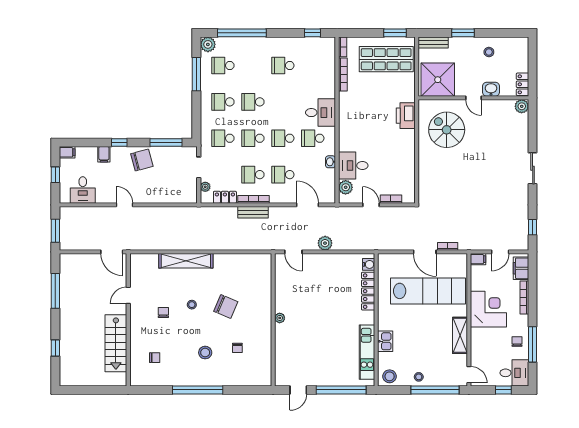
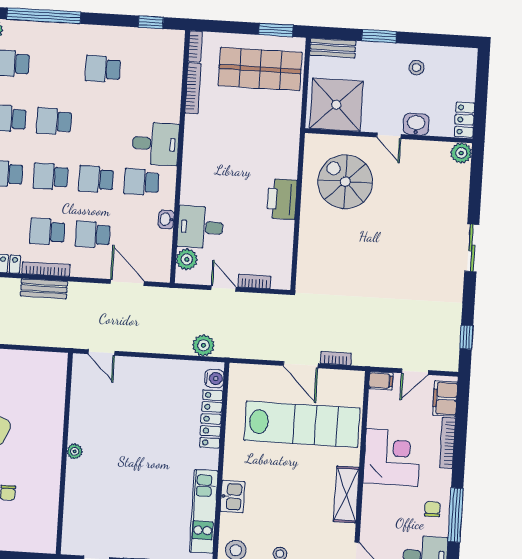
printer: (406, 116) -> (282, 199), moved
plant: (325, 243) -> (203, 345), moved

